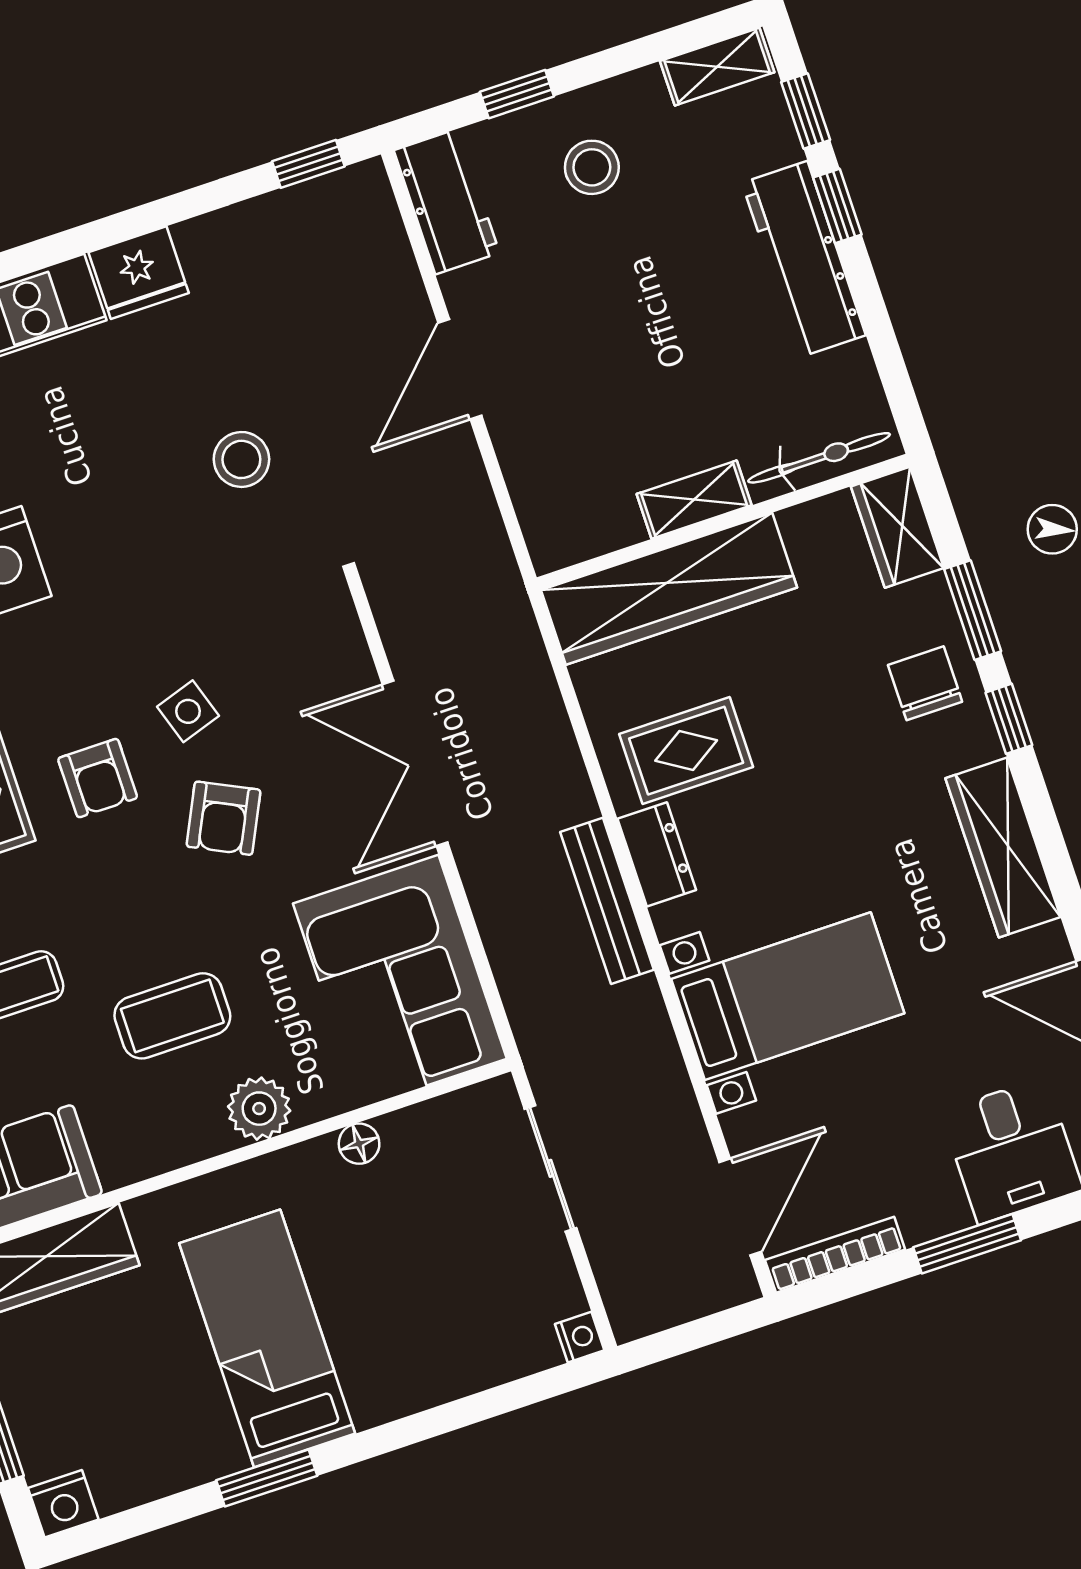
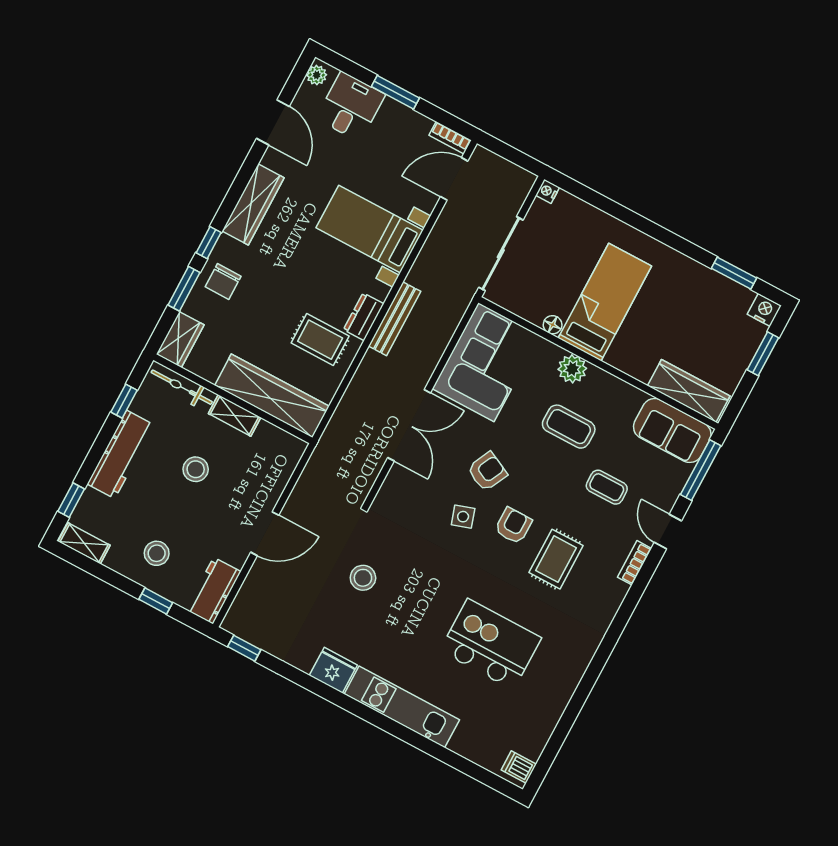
window: (837, 206) -> (124, 401), moved
stool: (667, 356) -> (196, 469), added
sliding door: (550, 1168) -> (501, 254), width x1.37
bookcase: (835, 1255) -> (450, 138), width x0.64
bed: (267, 1338) -> (605, 302), moved, turned 180
window: (267, 1478) -> (734, 273), moved

